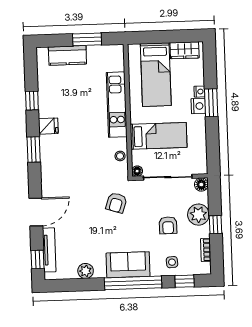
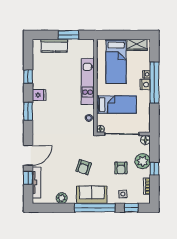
window: (211, 103) -> (154, 83), width x2.11
armchair: (116, 203) -> (84, 167), moved
window: (37, 259) -> (28, 178), moved

